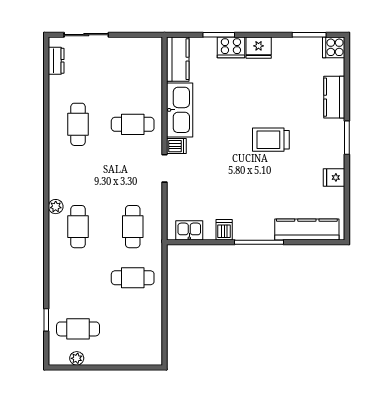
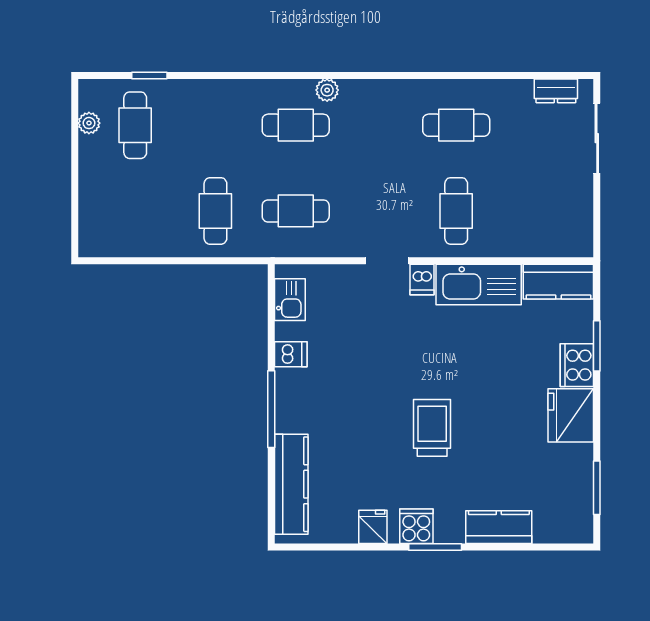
cooker: (334, 47) -> (416, 526), moved
fridge: (259, 48) -> (571, 415), width x1.36, depth x1.34

